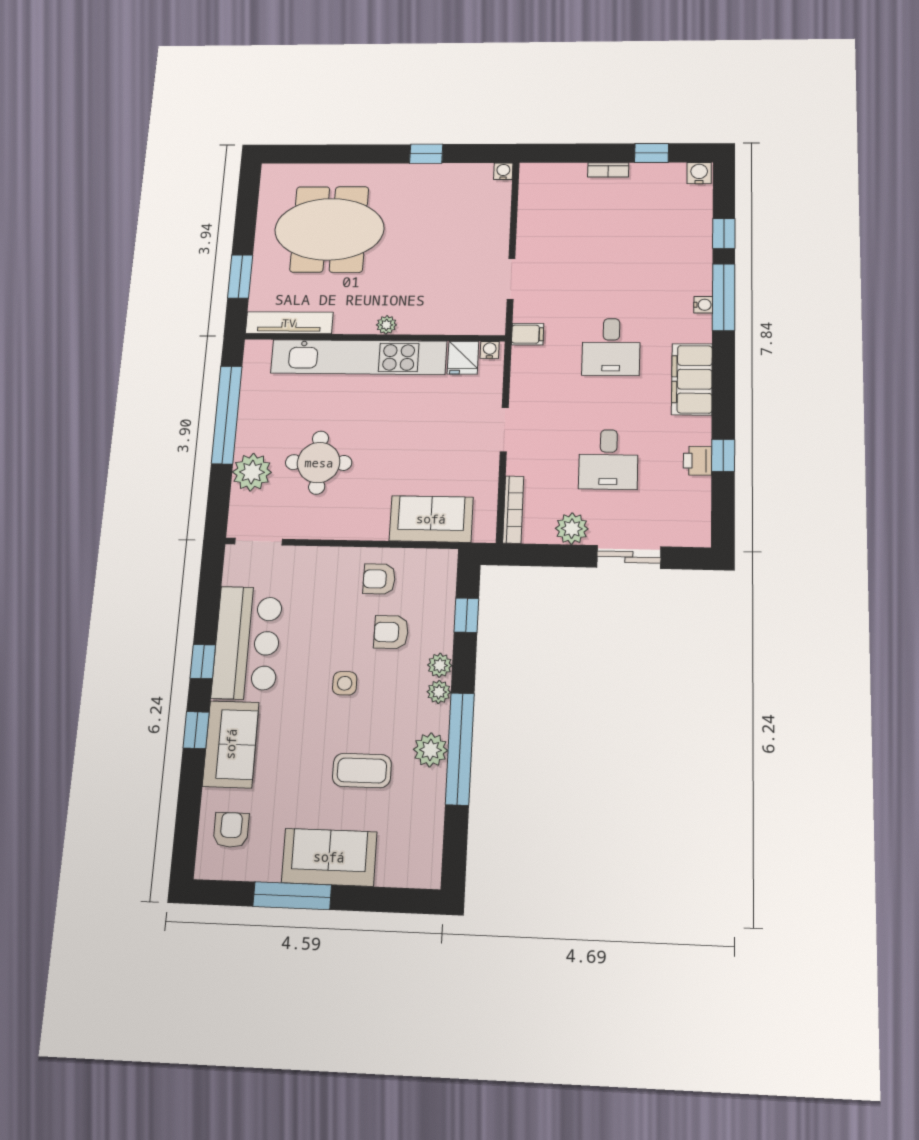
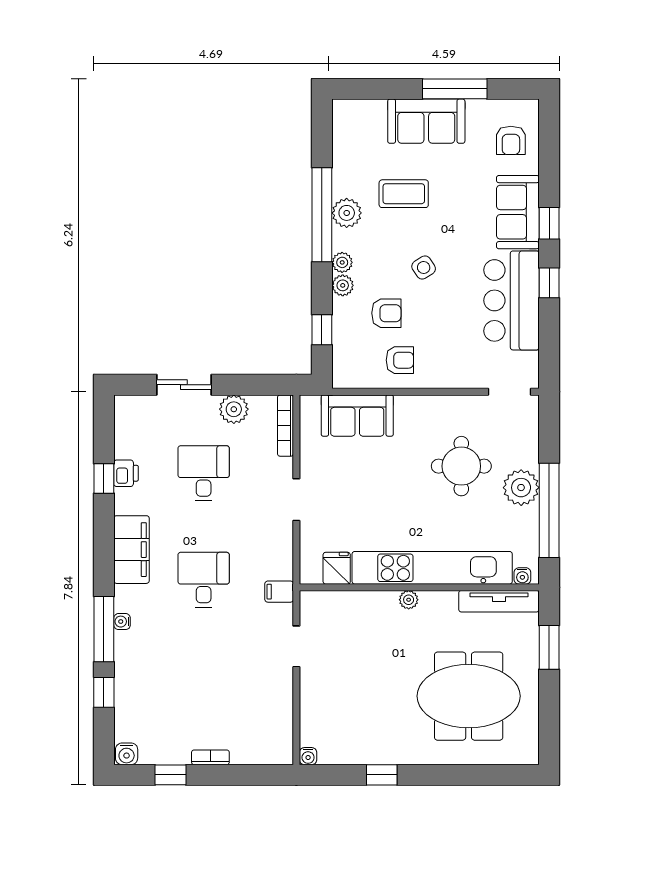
water cooler: (490, 350) -> (522, 576), moved
plant: (252, 472) -> (521, 488), moved
side table: (345, 683) -> (424, 268), turned -33

